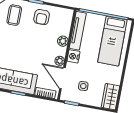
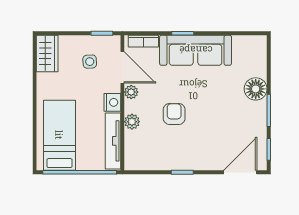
coffee table: (14, 15) -> (210, 147), removed
armchair: (42, 17) -> (174, 114), moved

